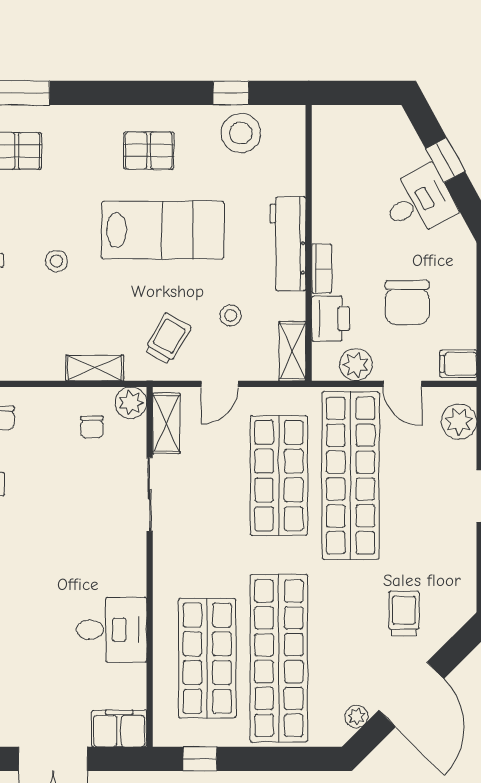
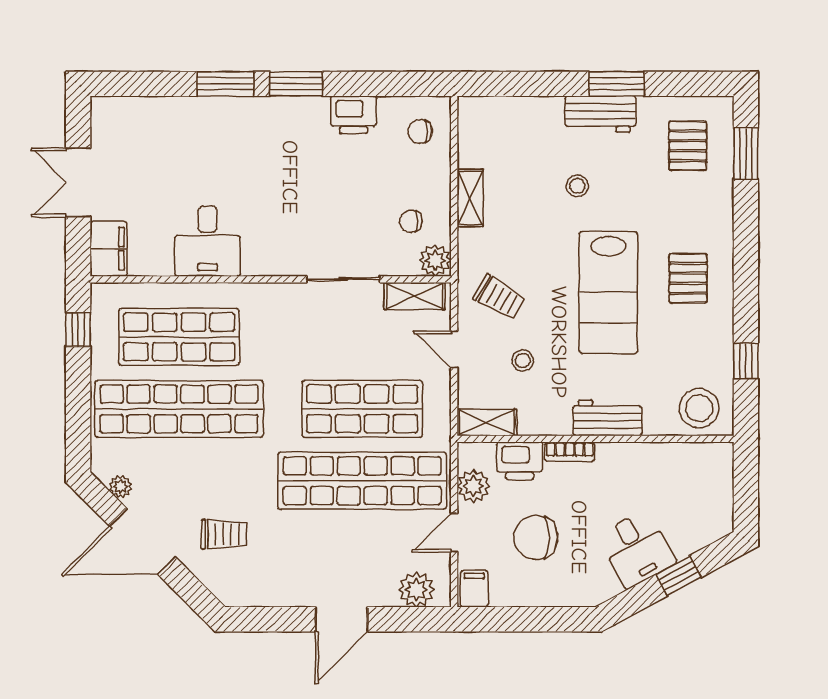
stool: (241, 133) -> (699, 408), moved
workbench: (288, 244) -> (607, 418), width x0.73
shelving: (95, 368) -> (470, 198), moved

